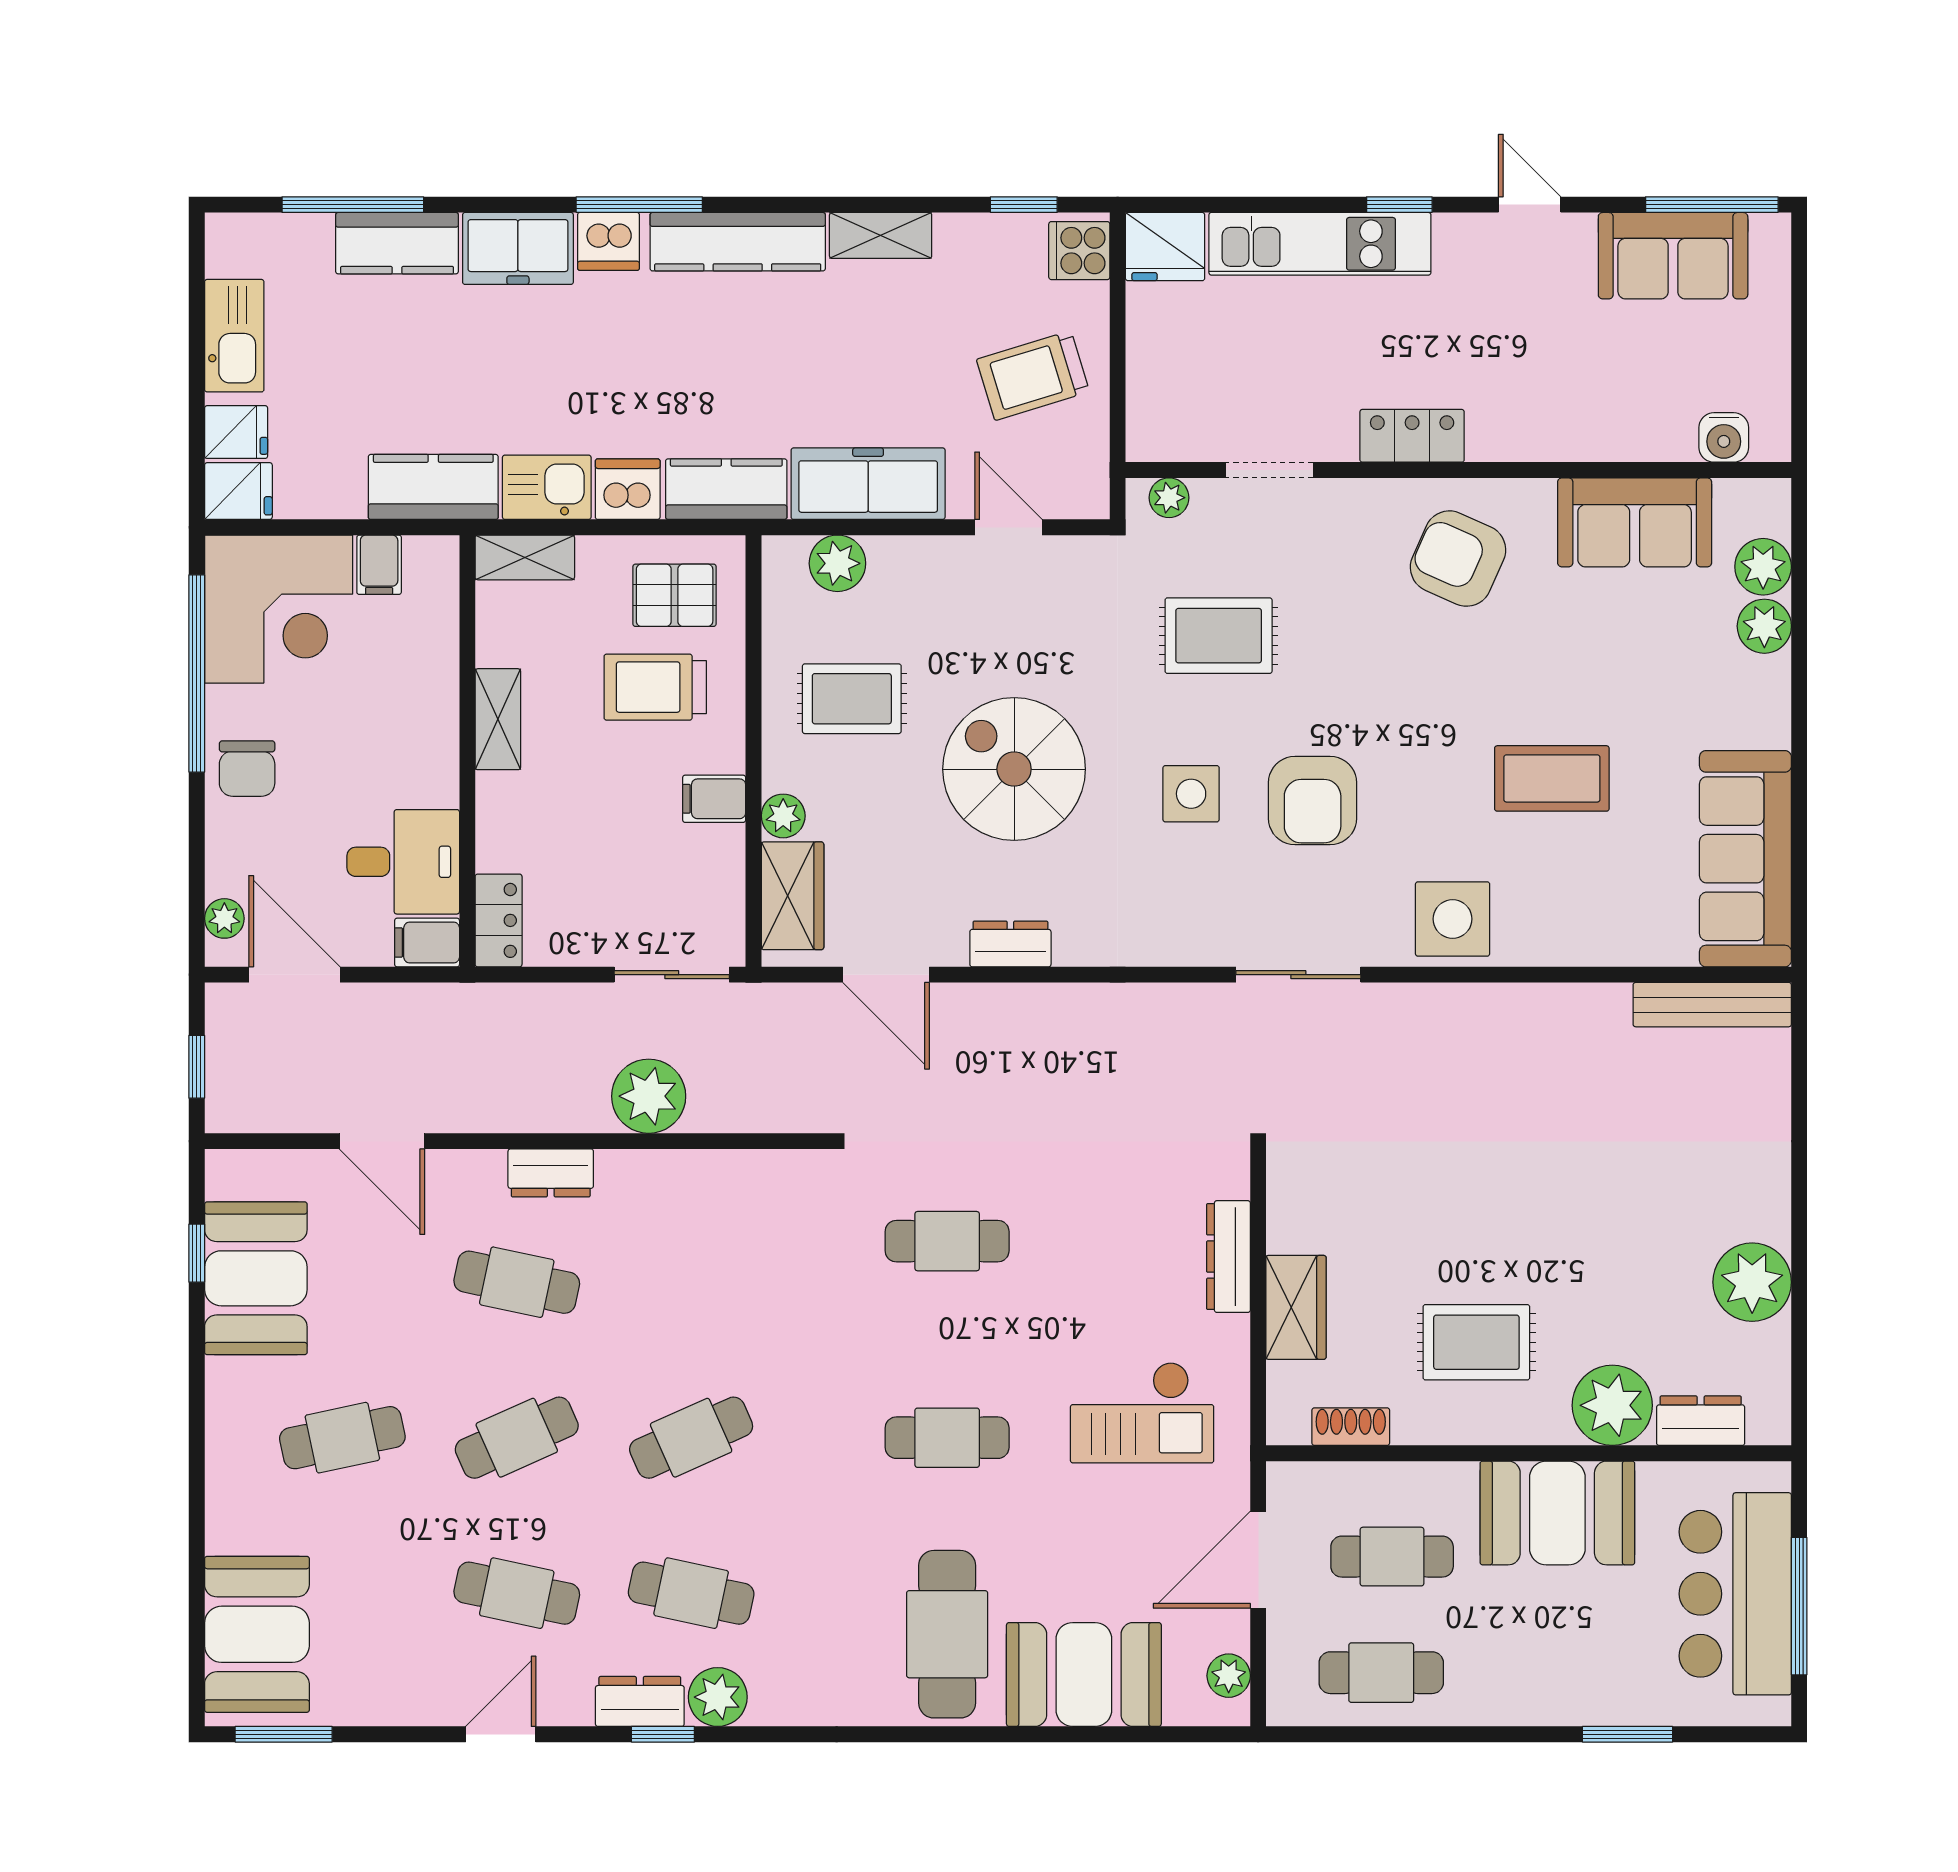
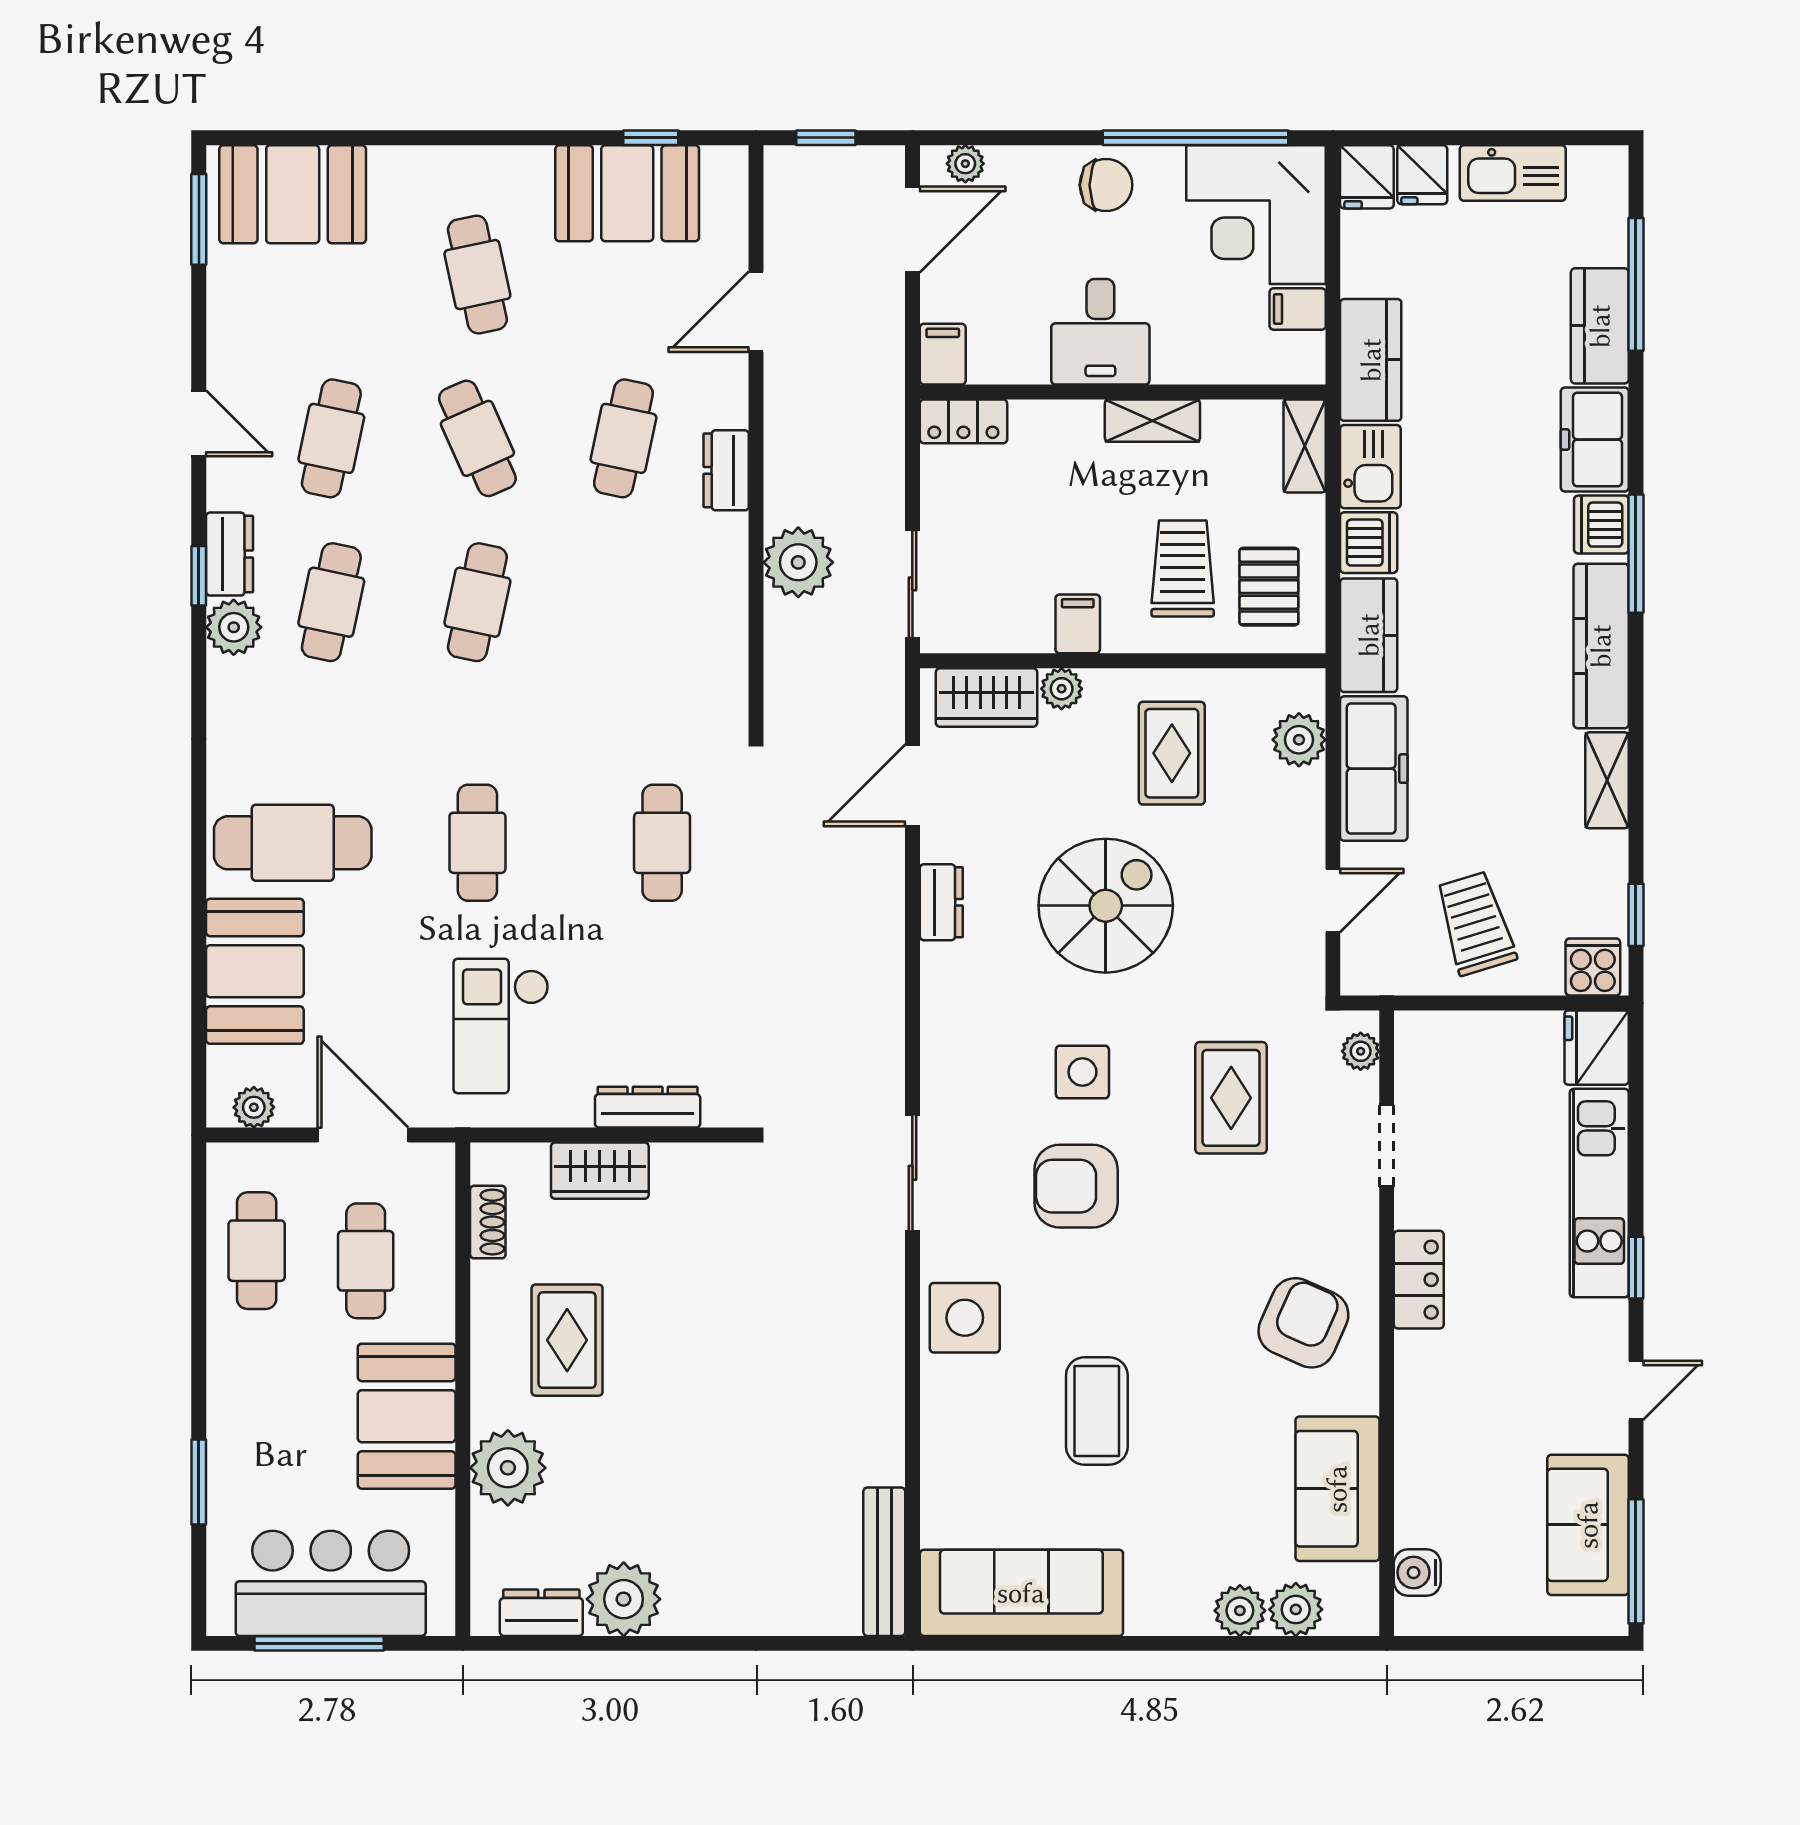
chair: (247, 769) -> (1106, 185), turned 180
desk: (403, 862) -> (1100, 332), moved
dresser: (1701, 1421) -> (541, 1613), moved, turned -90
cafe table: (691, 1438) -> (477, 602), turned 36

